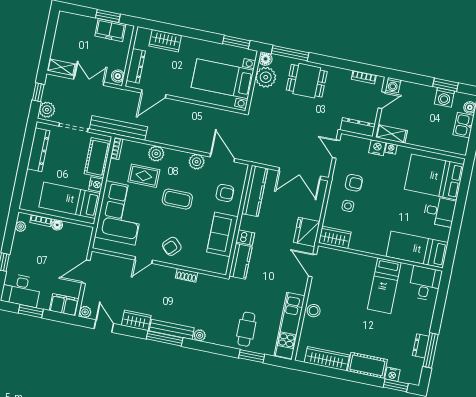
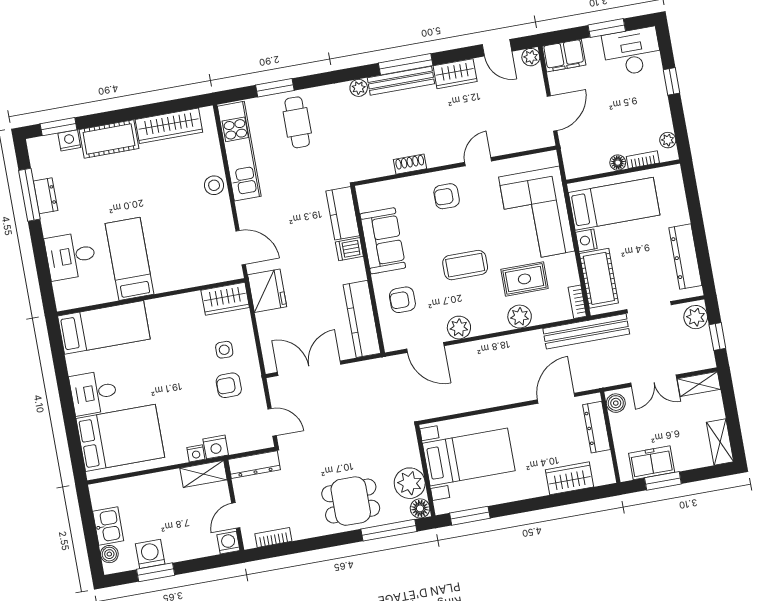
shelving: (63, 26) -> (720, 442), added
armchair: (172, 246) -> (447, 196), turned -135
desk: (425, 283) -> (71, 256), moved, turned 90

